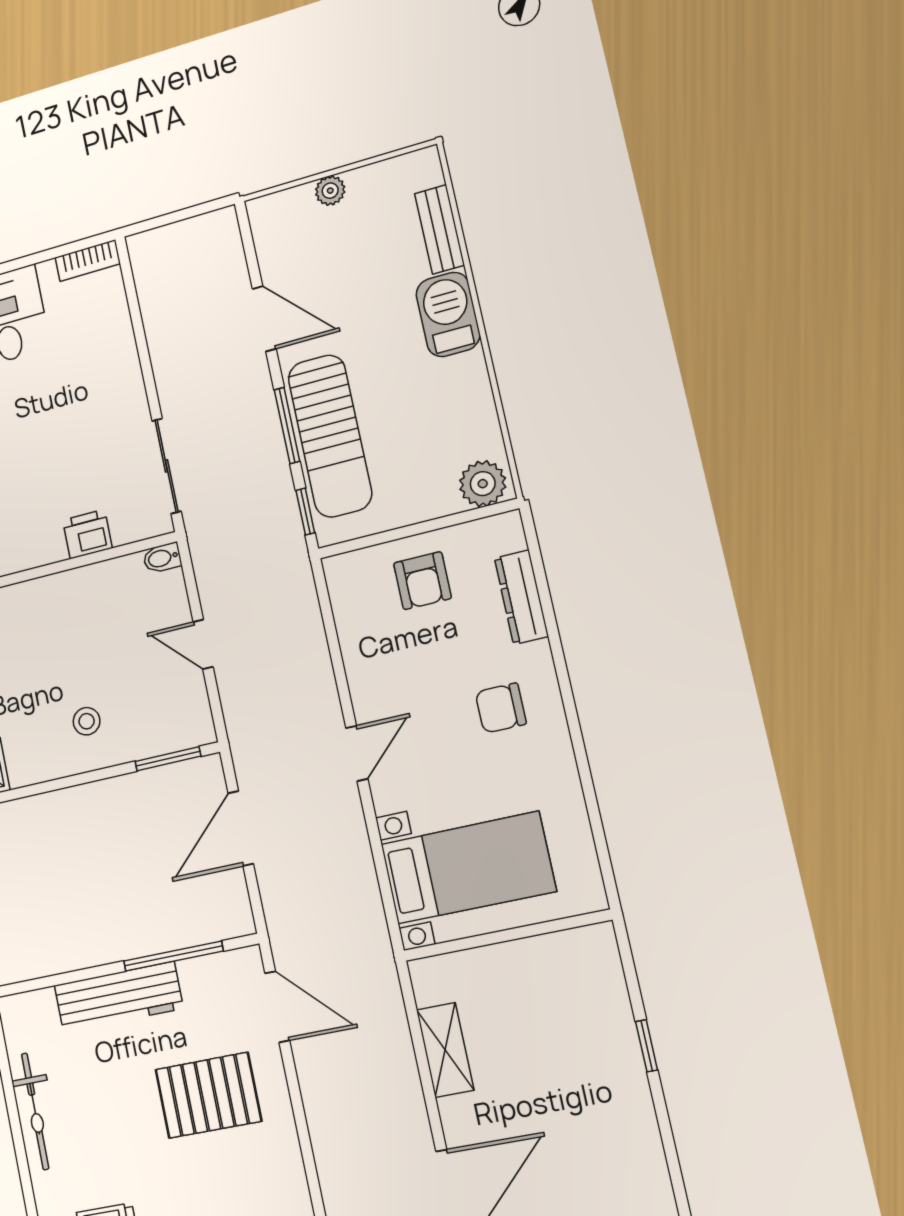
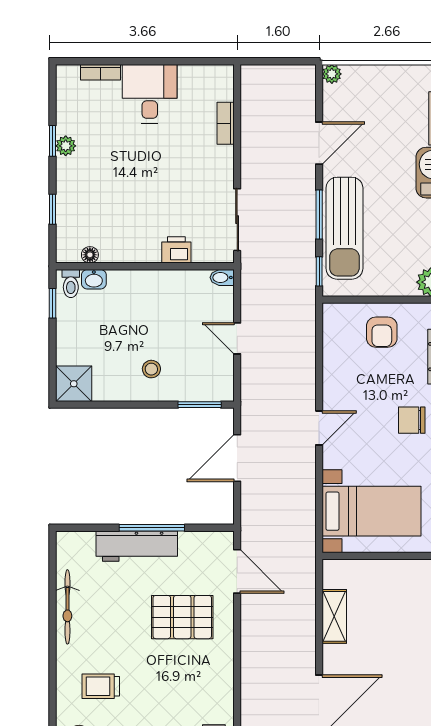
plant: (330, 191) -> (332, 74), moved
bookcase: (88, 261) -> (226, 123), moved, turned 90
door: (264, 319) -> (319, 143), hinge flipped
window: (173, 956) -> (152, 528), moved

